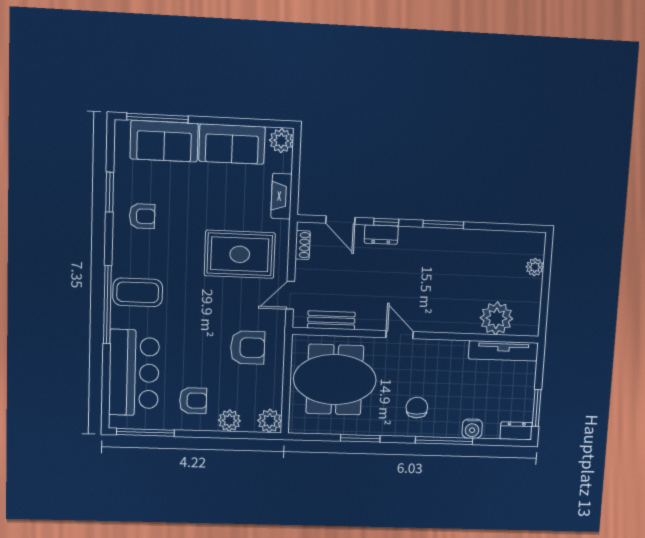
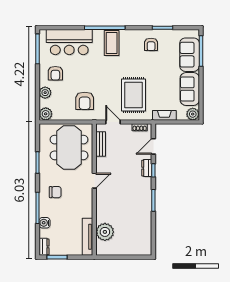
plant: (535, 267) -> (133, 251), removed

